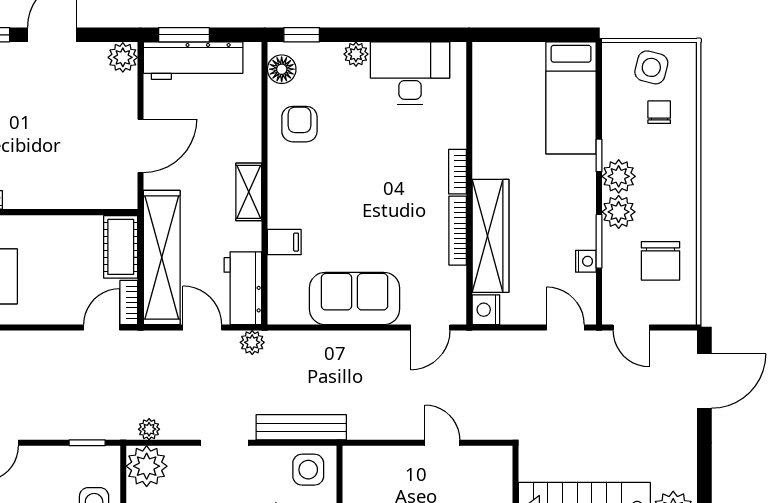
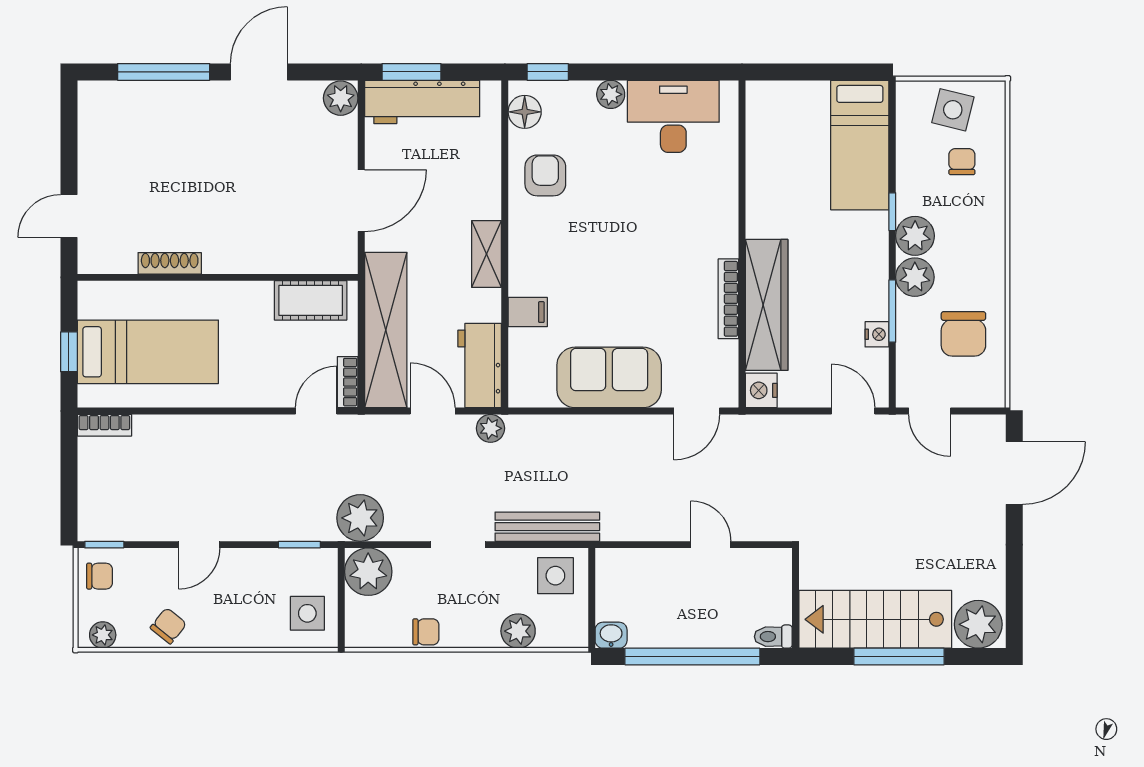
bookcase: (458, 172) -> (728, 230), removed
cot: (121, 247) -> (311, 300), moved, turned 90
plant: (149, 429) -> (360, 518), width x1.87, depth x1.87

